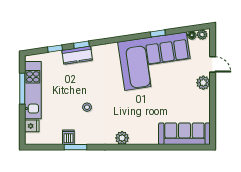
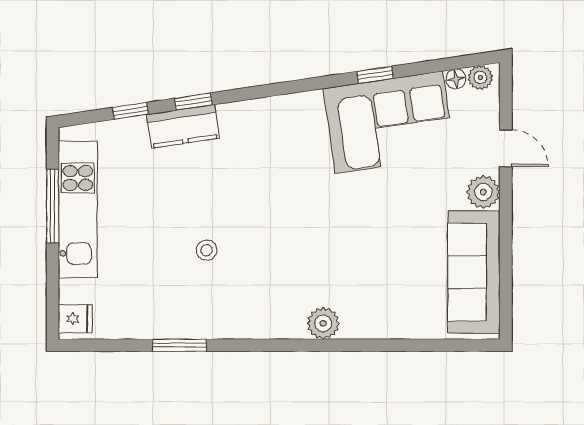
corner sofa: (155, 61) -> (389, 122), width x0.73, depth x0.74
fridge: (32, 126) -> (75, 319), moved
sofa: (184, 134) -> (474, 272), moved, turned -90
dishwasher: (68, 137) -> (162, 322), removed
plant: (122, 138) -> (323, 323), moved

